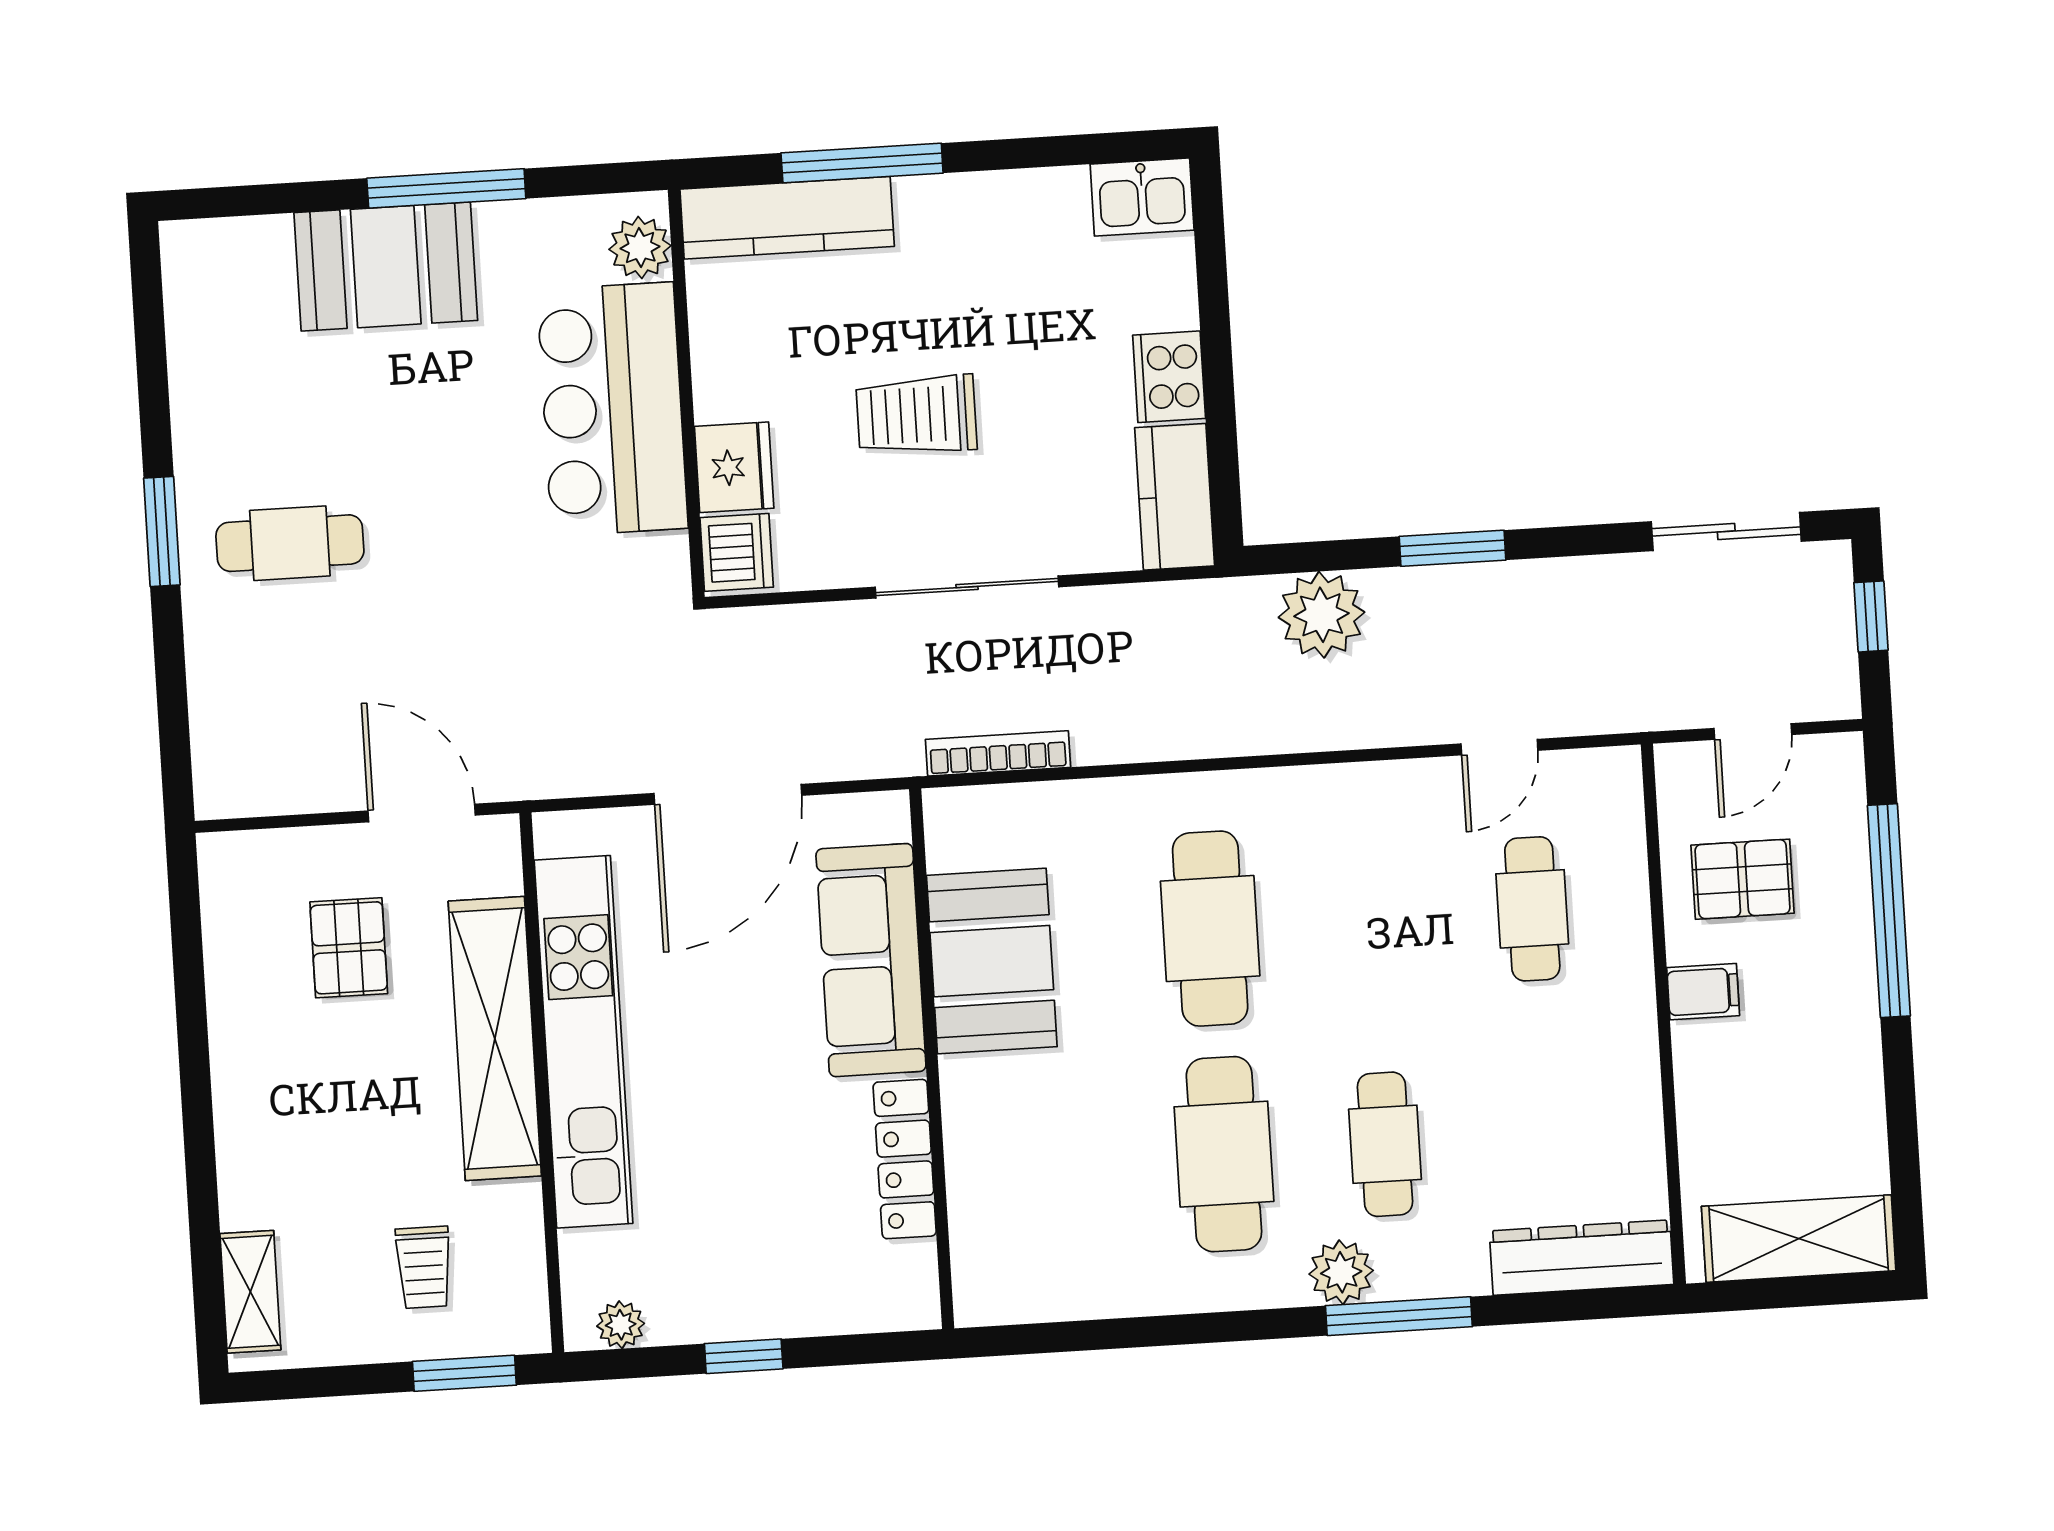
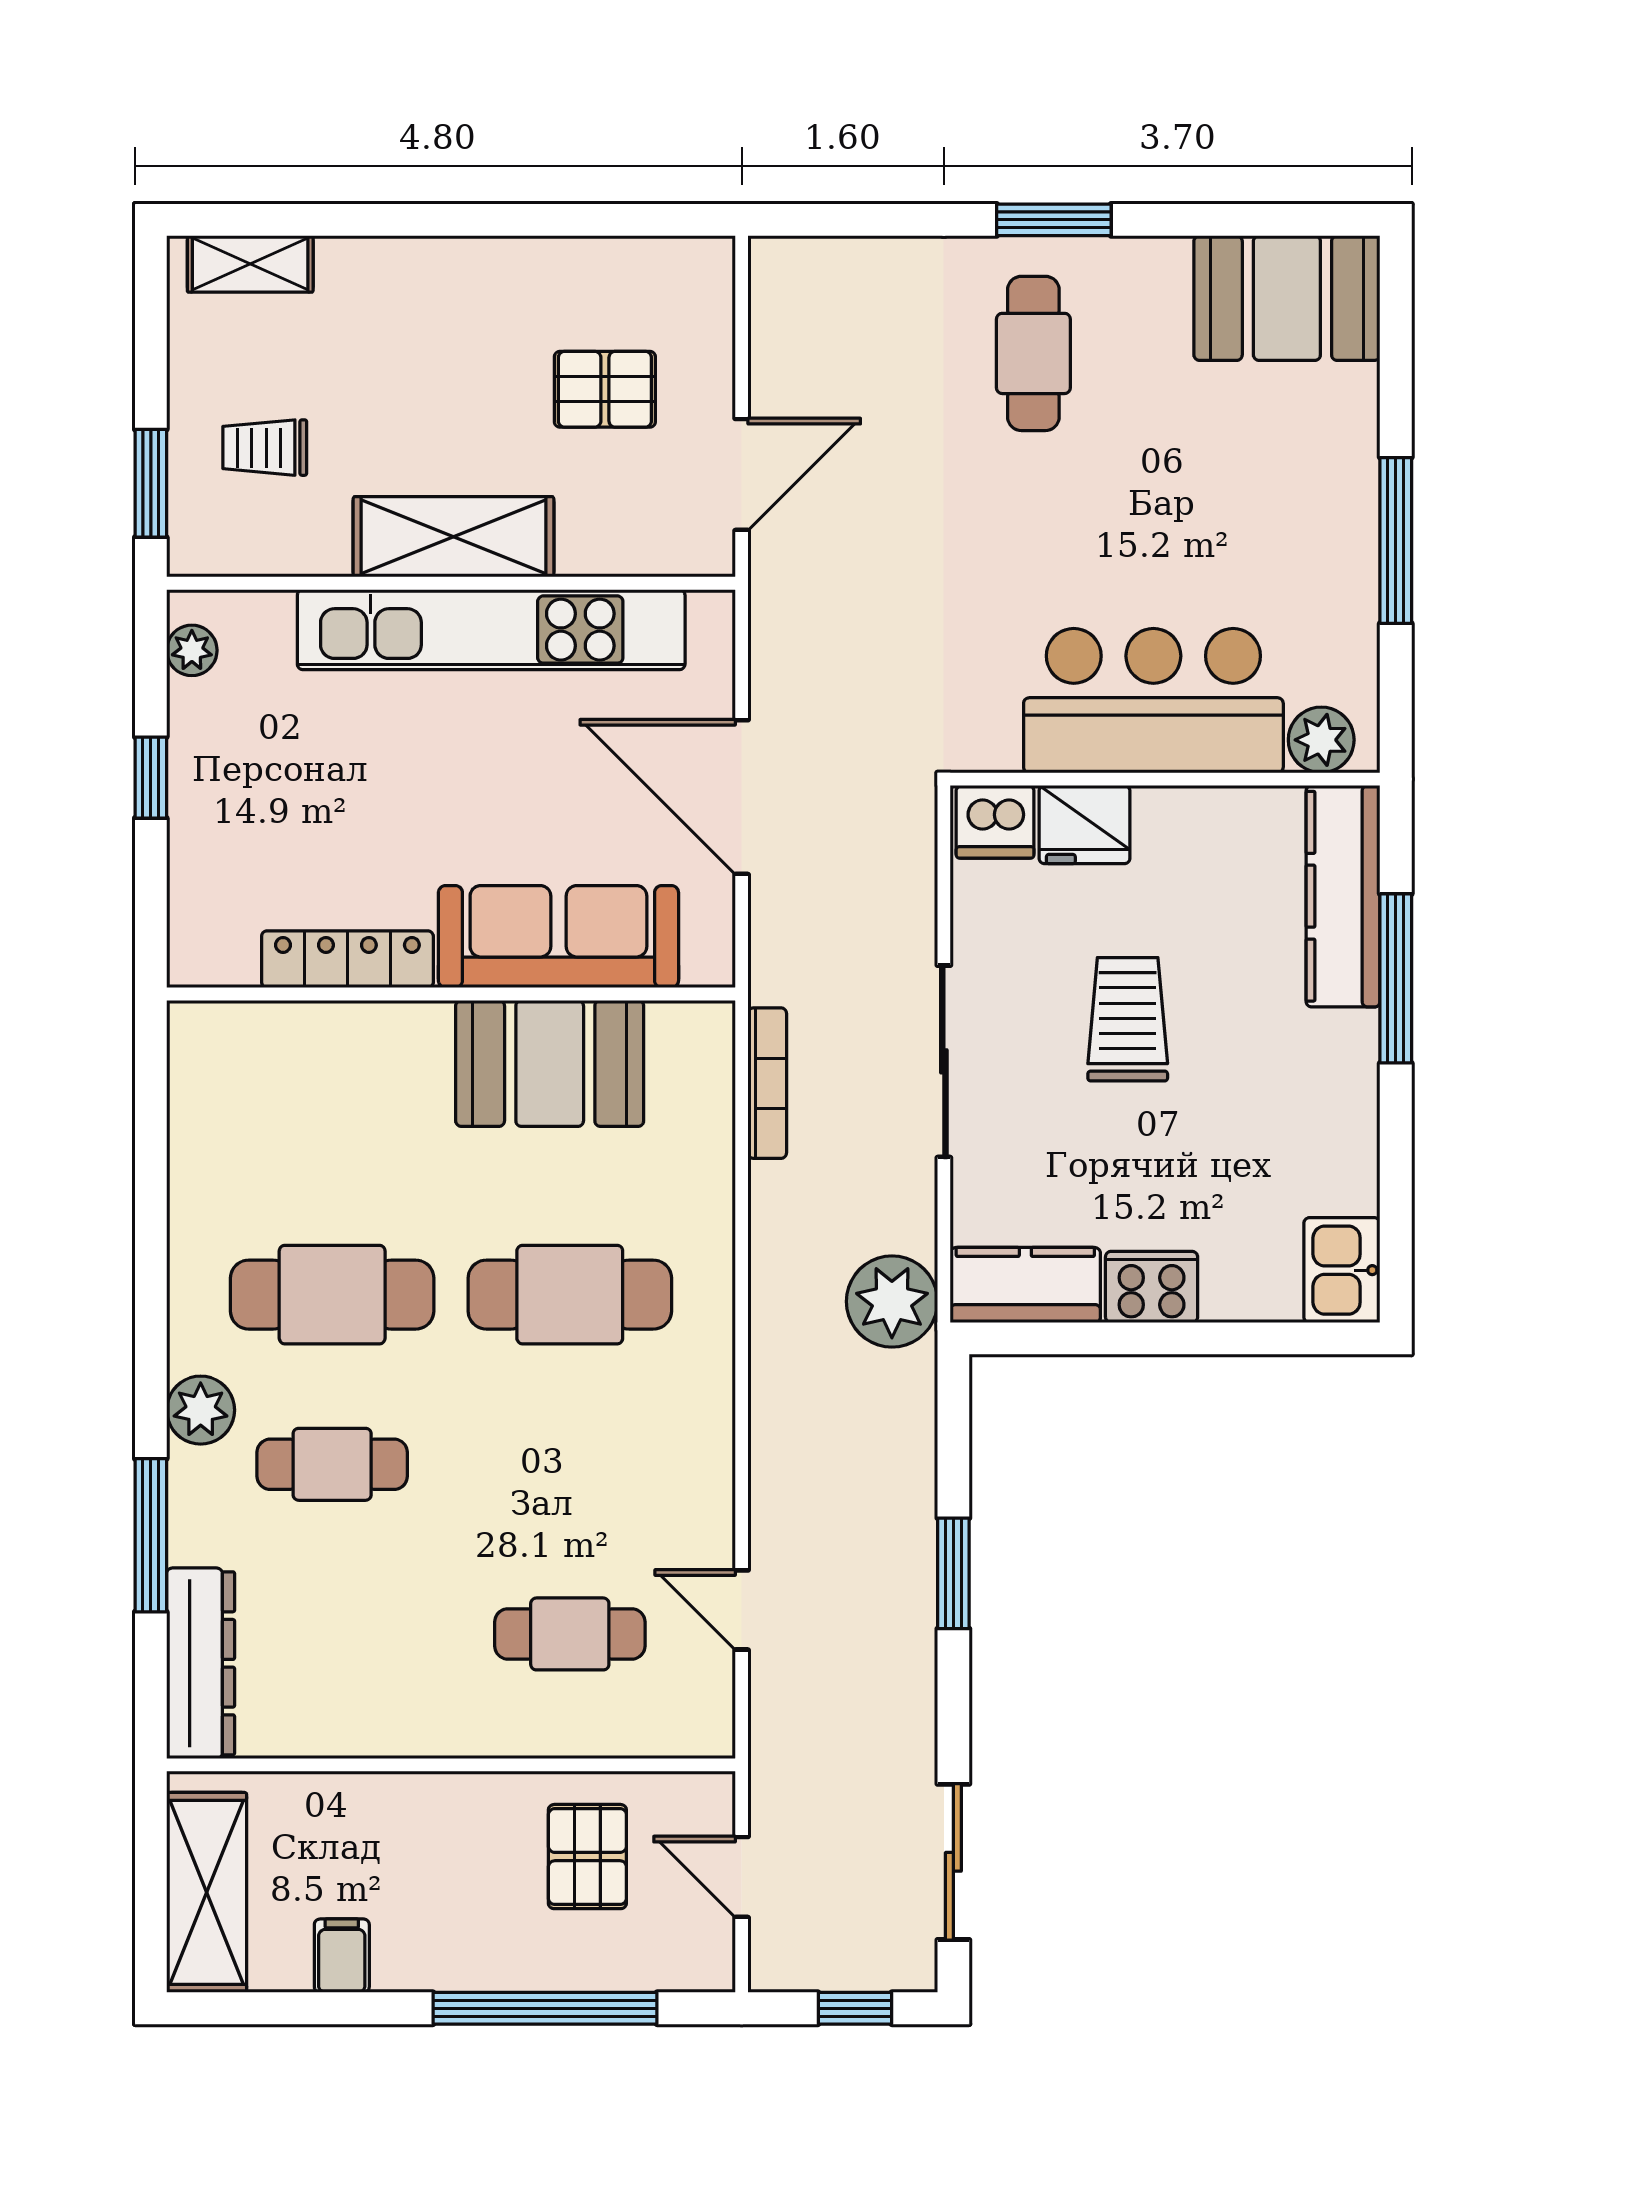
booth: (386, 267) -> (1287, 298), moved, turned 90
plant: (1321, 615) -> (892, 1301), moved
filing cabinet: (1703, 992) -> (342, 1956), moved, turned 180
shelving: (495, 1039) -> (453, 537), width x0.68
window: (1399, 1316) -> (151, 1535), moved

